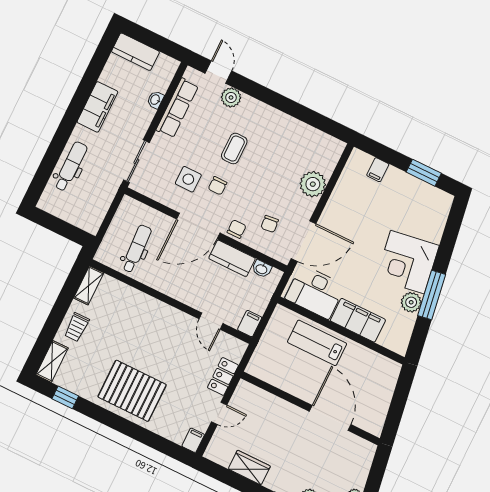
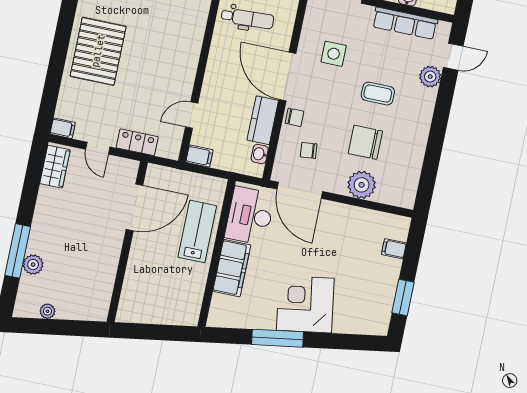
chair: (218, 186) -> (365, 142), moved, width x1.87, depth x1.87
plant: (411, 302) -> (265, 319), removed
door: (330, 418) -> (134, 207), moved
wardrobe: (249, 468) -> (55, 167), moved

